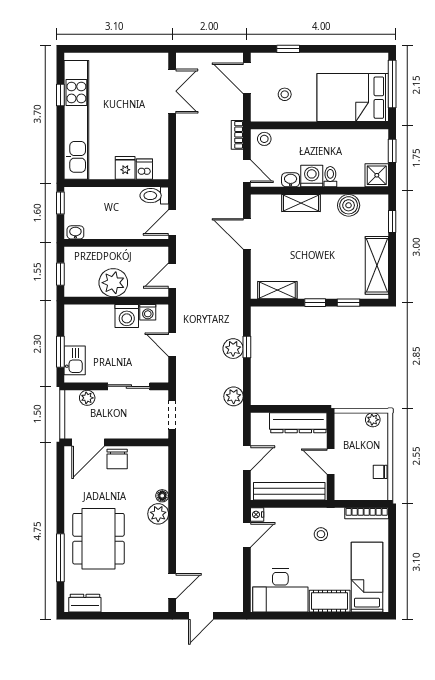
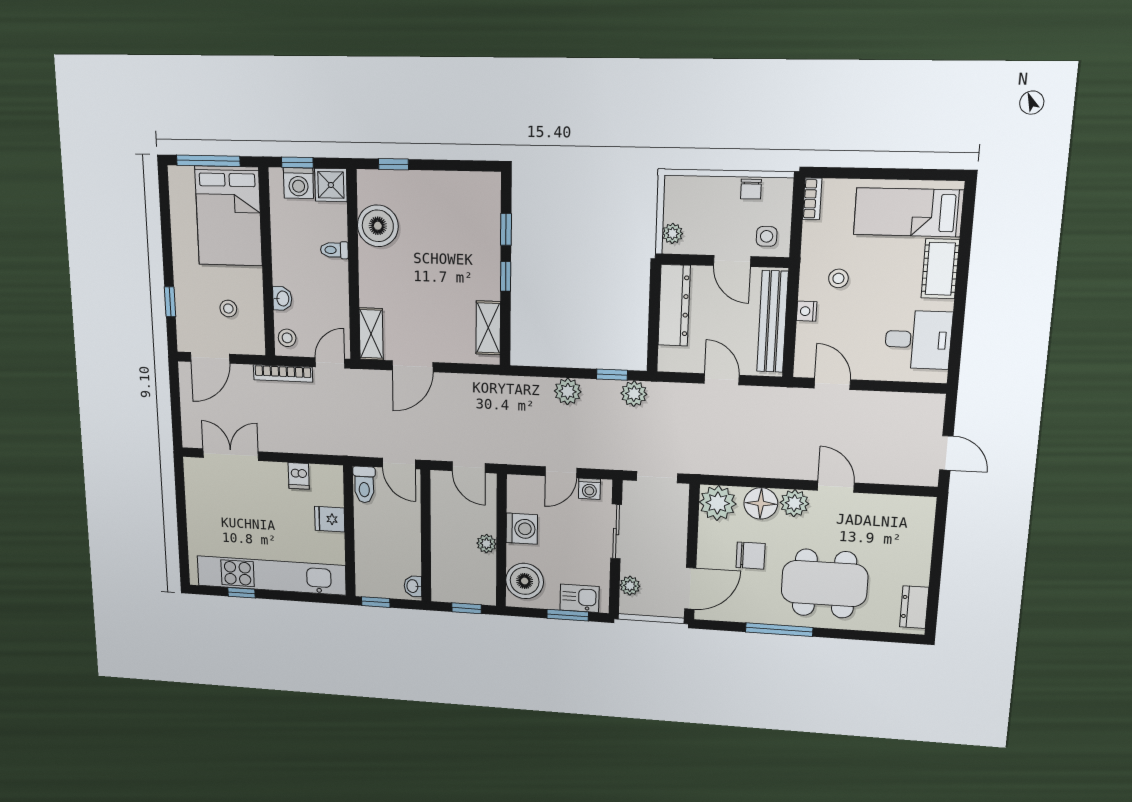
bookcase: (237, 135) -> (283, 373), width x1.56
dishwasher: (144, 169) -> (299, 476), moved, turned -90
washing machine: (312, 176) -> (298, 183), moved, turned -90
washbasin: (291, 180) -> (282, 299), moved, turned 180
shelving: (301, 203) -> (371, 334), moved
boiler: (349, 205) -> (378, 226), width x1.37, depth x1.37
shelving: (377, 265) -> (454, 187), removed
plant: (113, 283) -> (486, 544), width x0.53, depth x0.53
washing machine: (148, 312) -> (589, 489), moved, turned 90
boiler: (85, 319) -> (525, 581), added
window: (247, 347) -> (612, 375), moved
plant: (373, 420) -> (672, 233), moved
door: (88, 442) -> (690, 588), hinge flipped
chair: (117, 459) -> (750, 556), moved
plant: (155, 459) -> (718, 503), added
door: (331, 461) -> (732, 261), hinge flipped
side table: (348, 484) -> (767, 236), added
floor lamp: (162, 496) -> (761, 503), width x1.89, depth x1.89
bookcase: (367, 513) -> (812, 199), width x0.64
nightstand: (257, 515) -> (807, 311), moved, turned 90
window: (60, 558) -> (779, 630), moved
door: (172, 586) -> (836, 487), moved
desk: (280, 590) -> (918, 340), width x0.73

